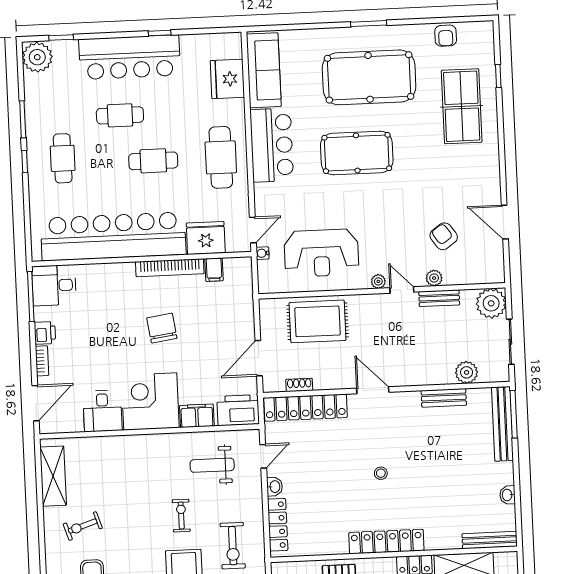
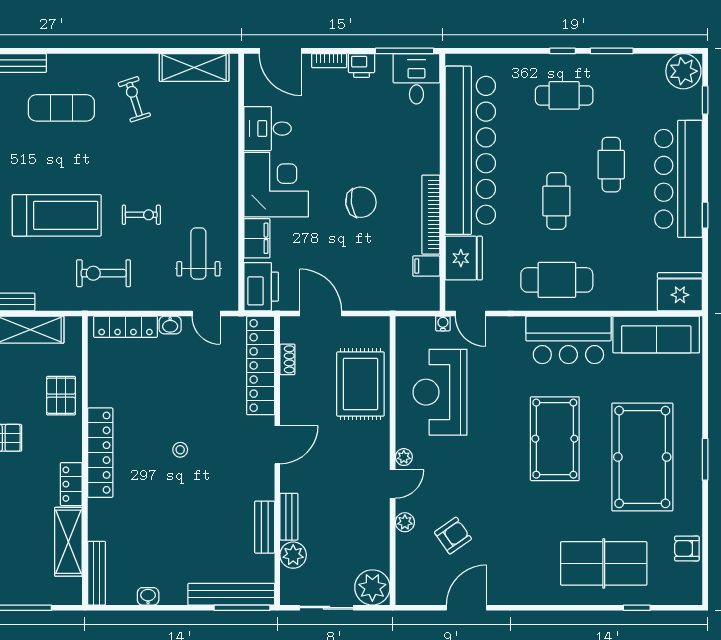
fridge: (227, 79) -> (680, 292), moved
bench: (439, 298) -> (289, 517), moved

